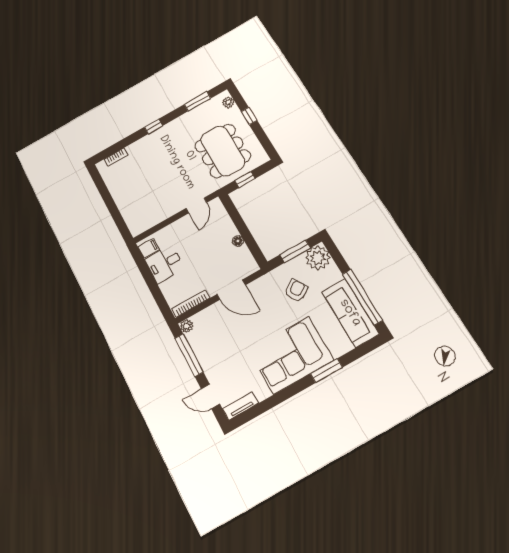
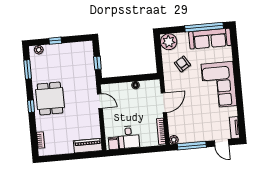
dining table: (223, 151) -> (50, 99), moved, width x0.73
piano: (132, 217) -> (88, 146), added
window: (295, 251) -> (158, 53), removed
window: (327, 371) -> (237, 68), removed
door: (210, 396) -> (222, 143), hinge flipped

